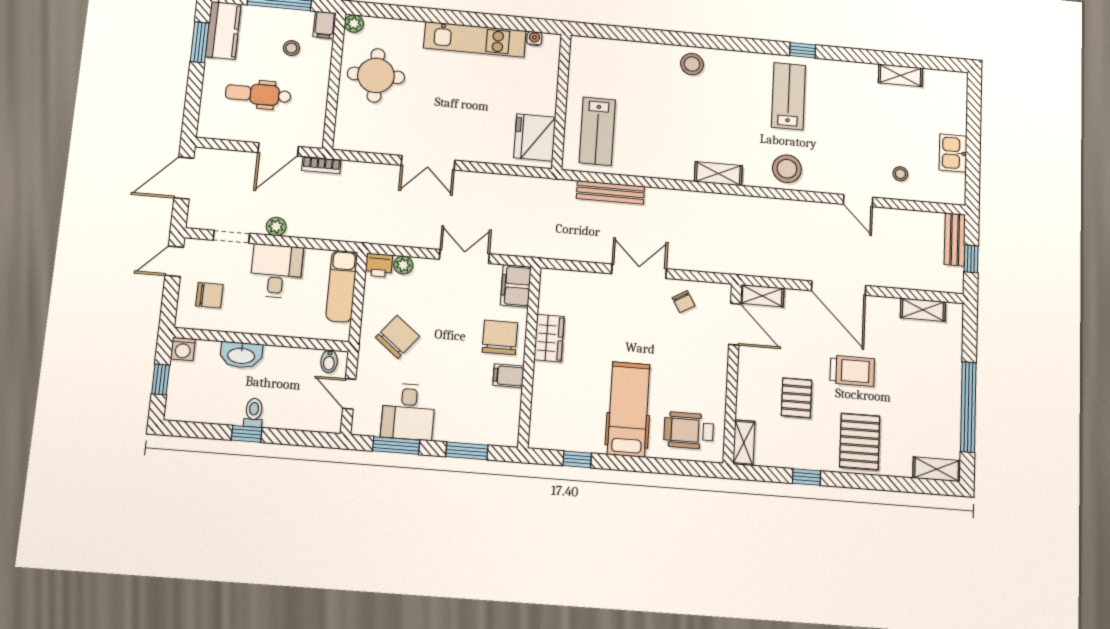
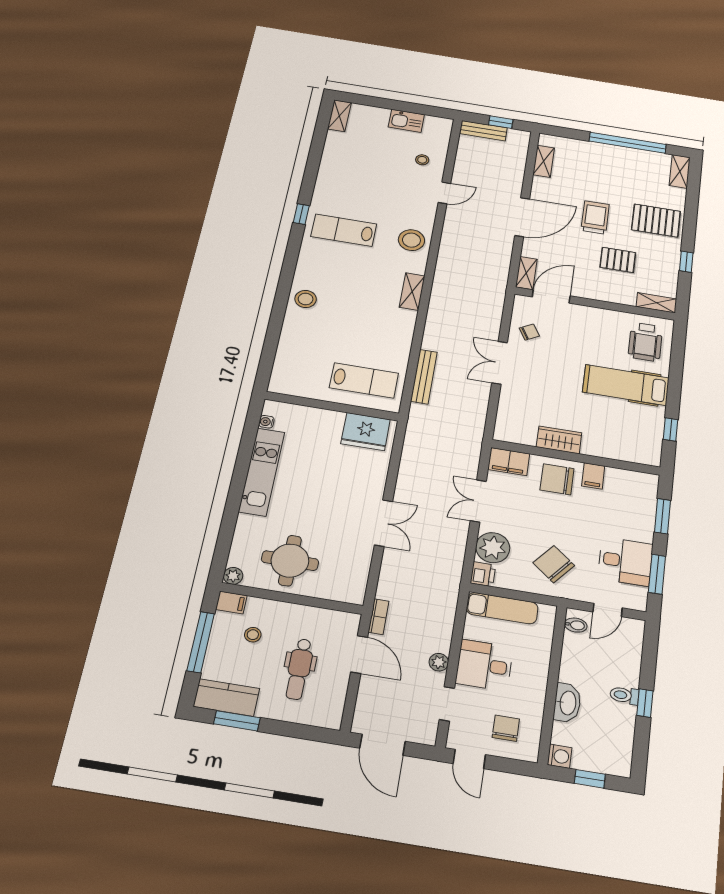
shelving: (900, 75) -> (339, 116), moved
plant: (403, 265) -> (493, 548), width x1.88, depth x1.88

